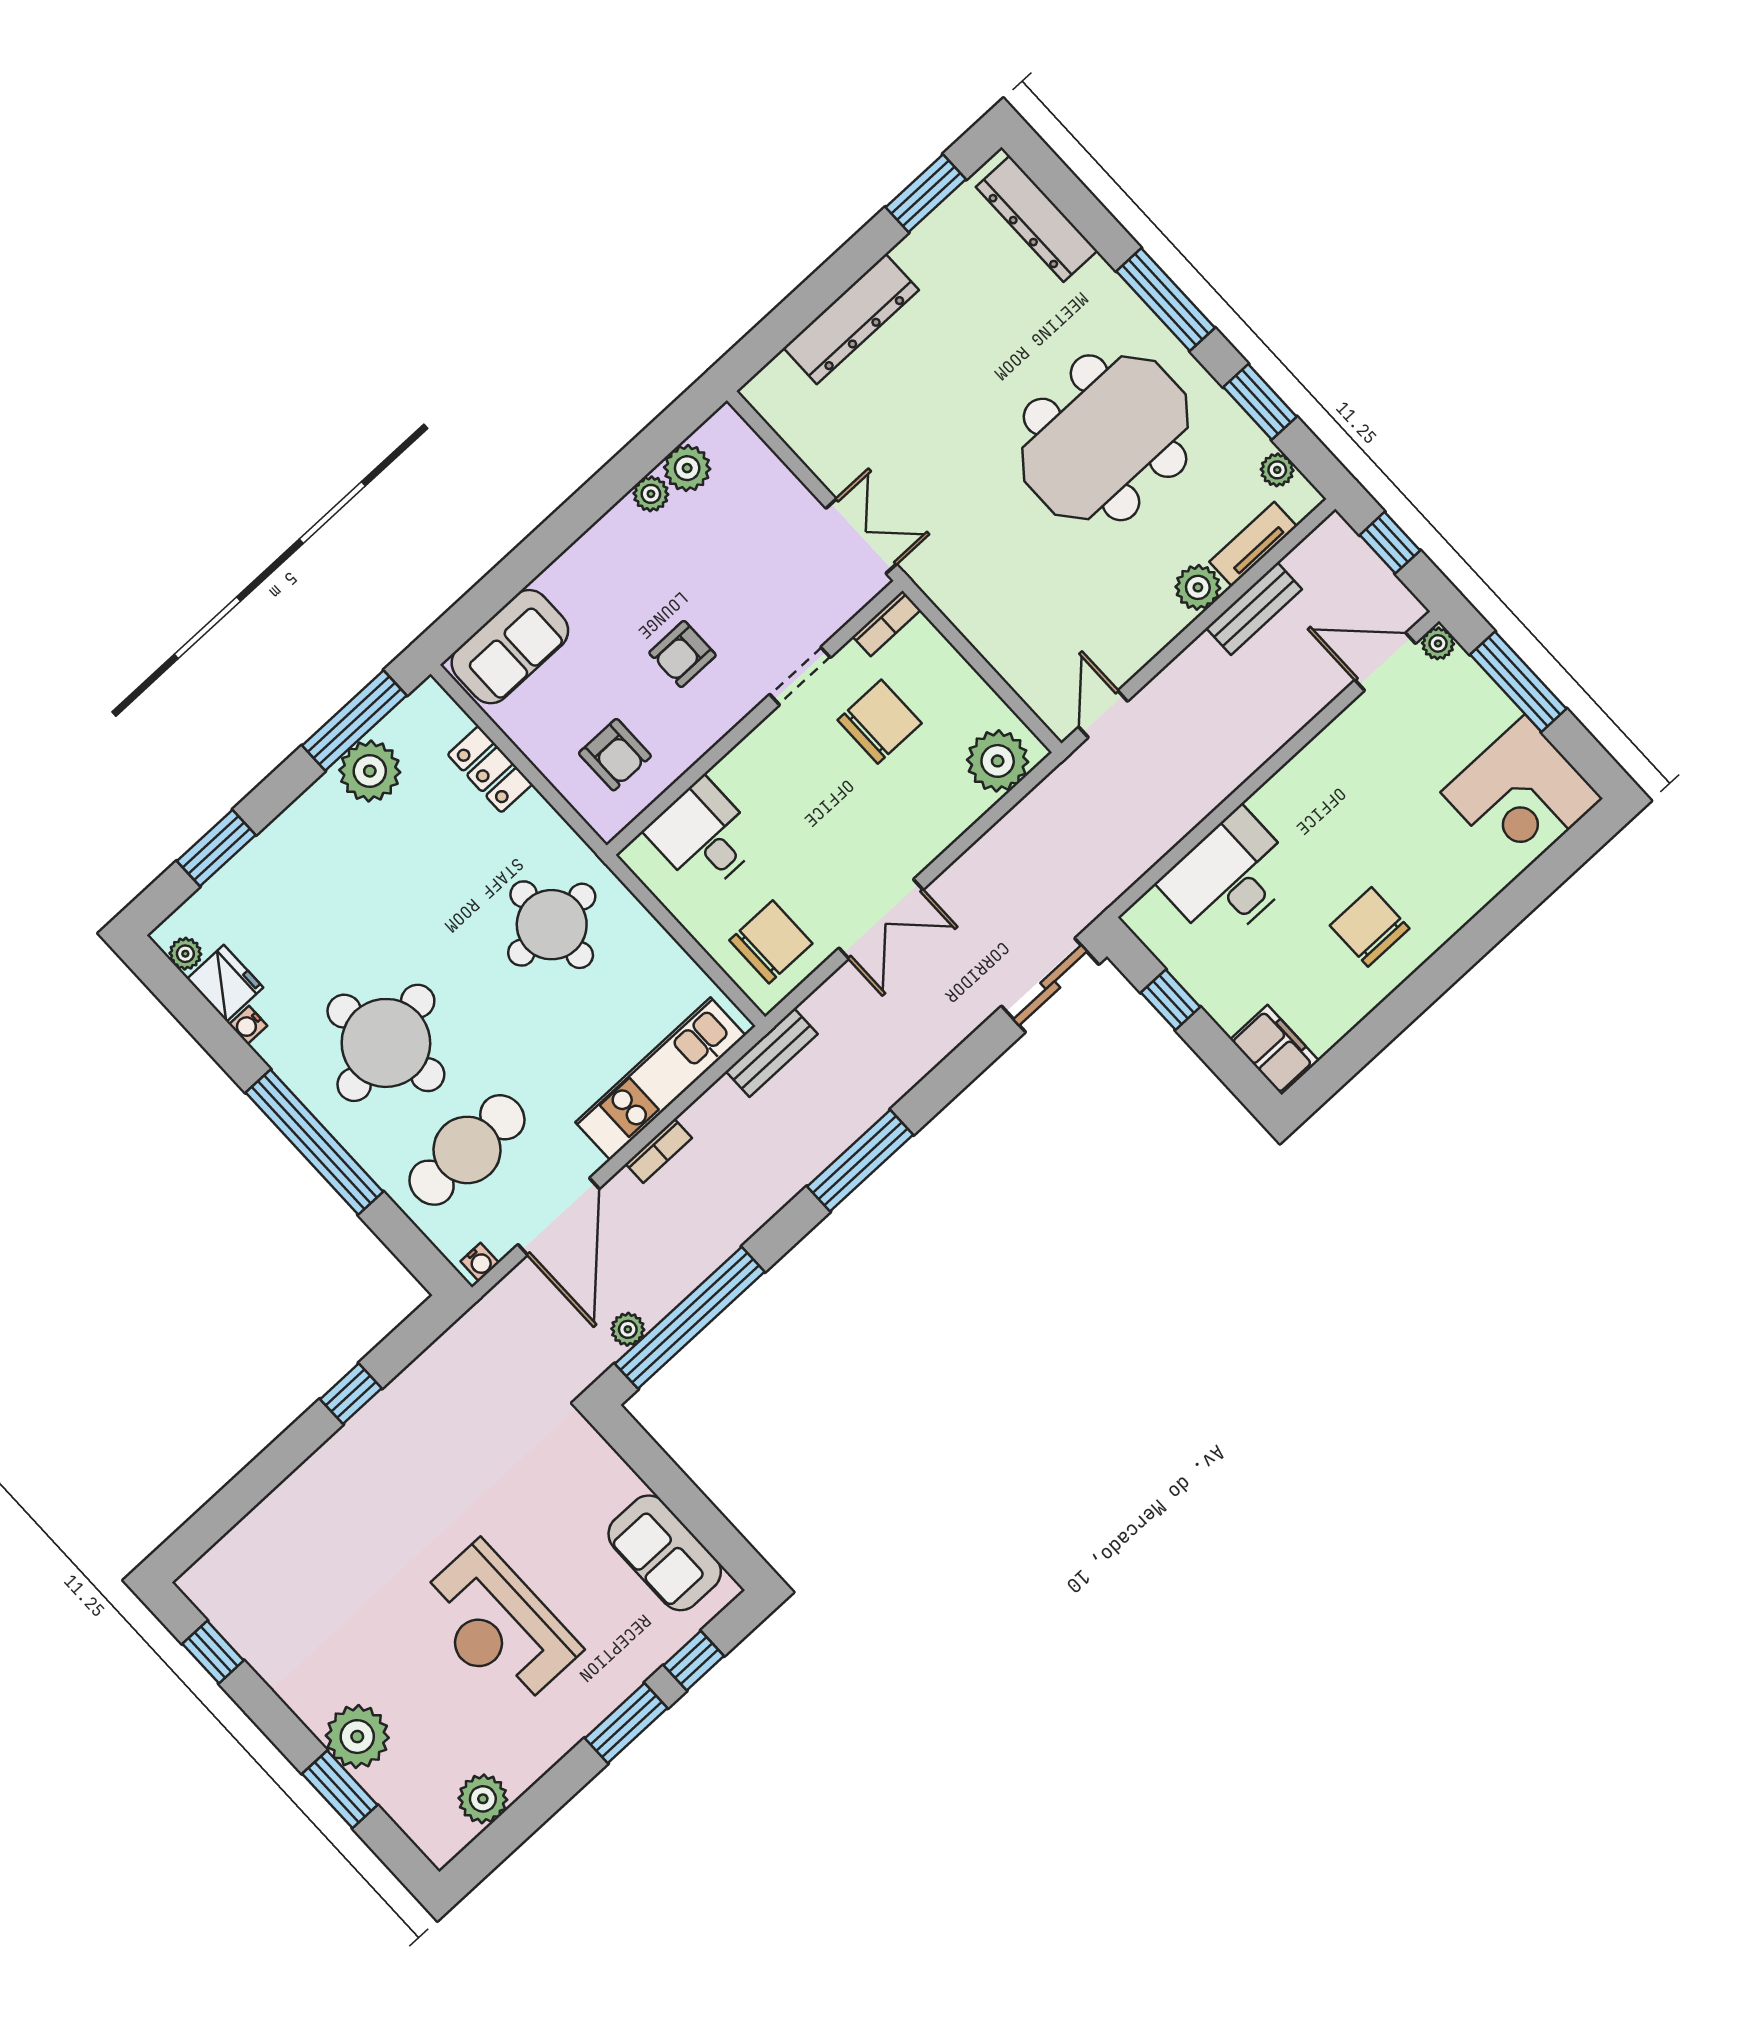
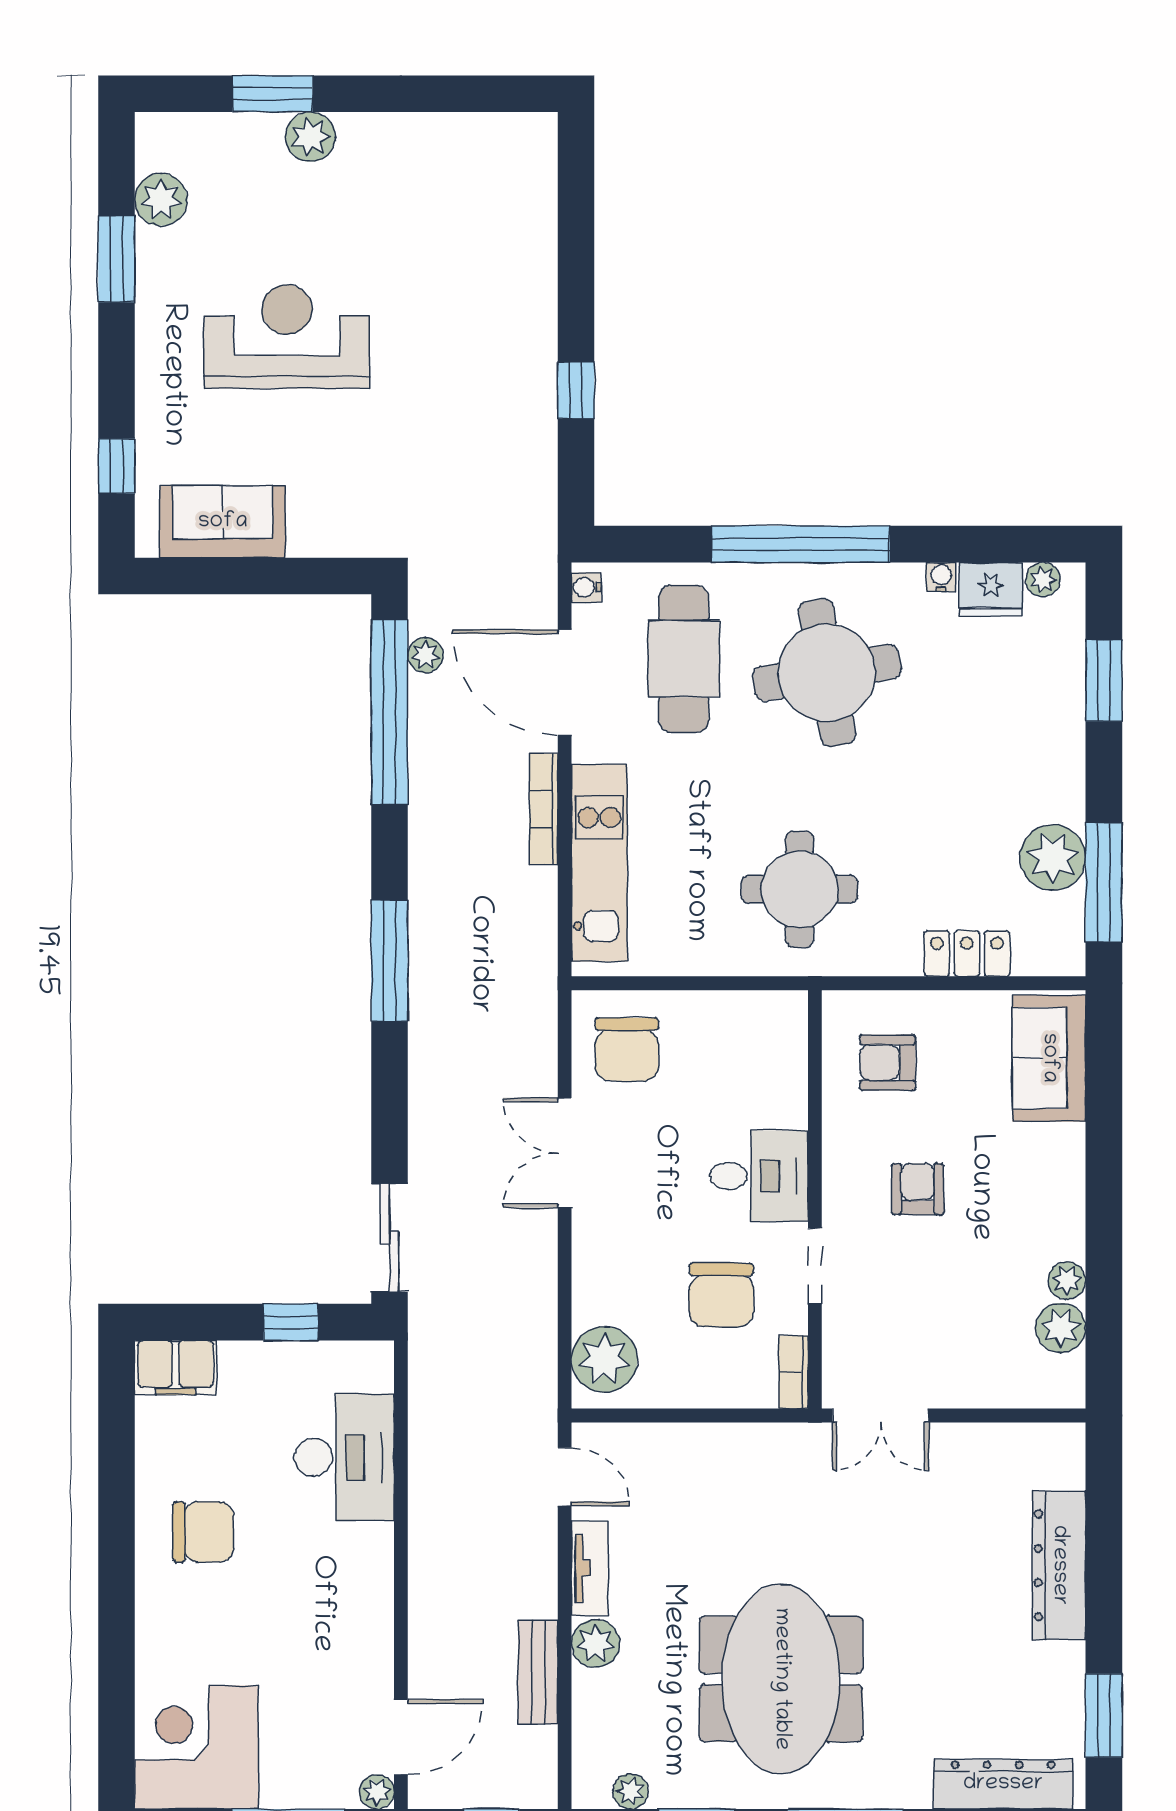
tv unit: (1253, 544) -> (590, 1568), moved
desk: (704, 836) -> (759, 1176), moved
bench: (772, 1053) -> (539, 970), removed
bookcase: (659, 1151) -> (544, 809), width x1.56
window: (213, 1652) -> (473, 94), removed
window: (626, 1723) -> (116, 259), moved
plant: (357, 1737) -> (310, 137), width x0.73, depth x0.73

